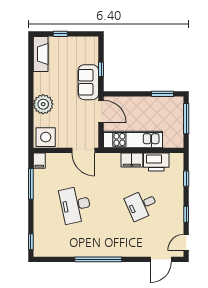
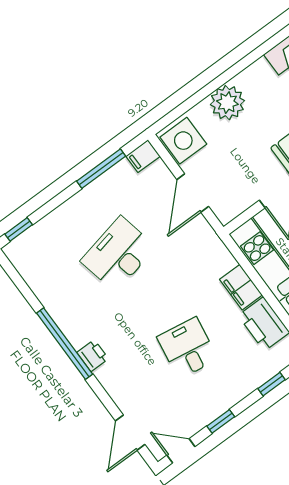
door: (83, 150) -> (193, 193), moved
desk: (142, 205) -> (187, 348), turned 33
printer: (113, 251) -> (93, 356), added
door: (161, 259) -> (130, 433), hinge flipped

